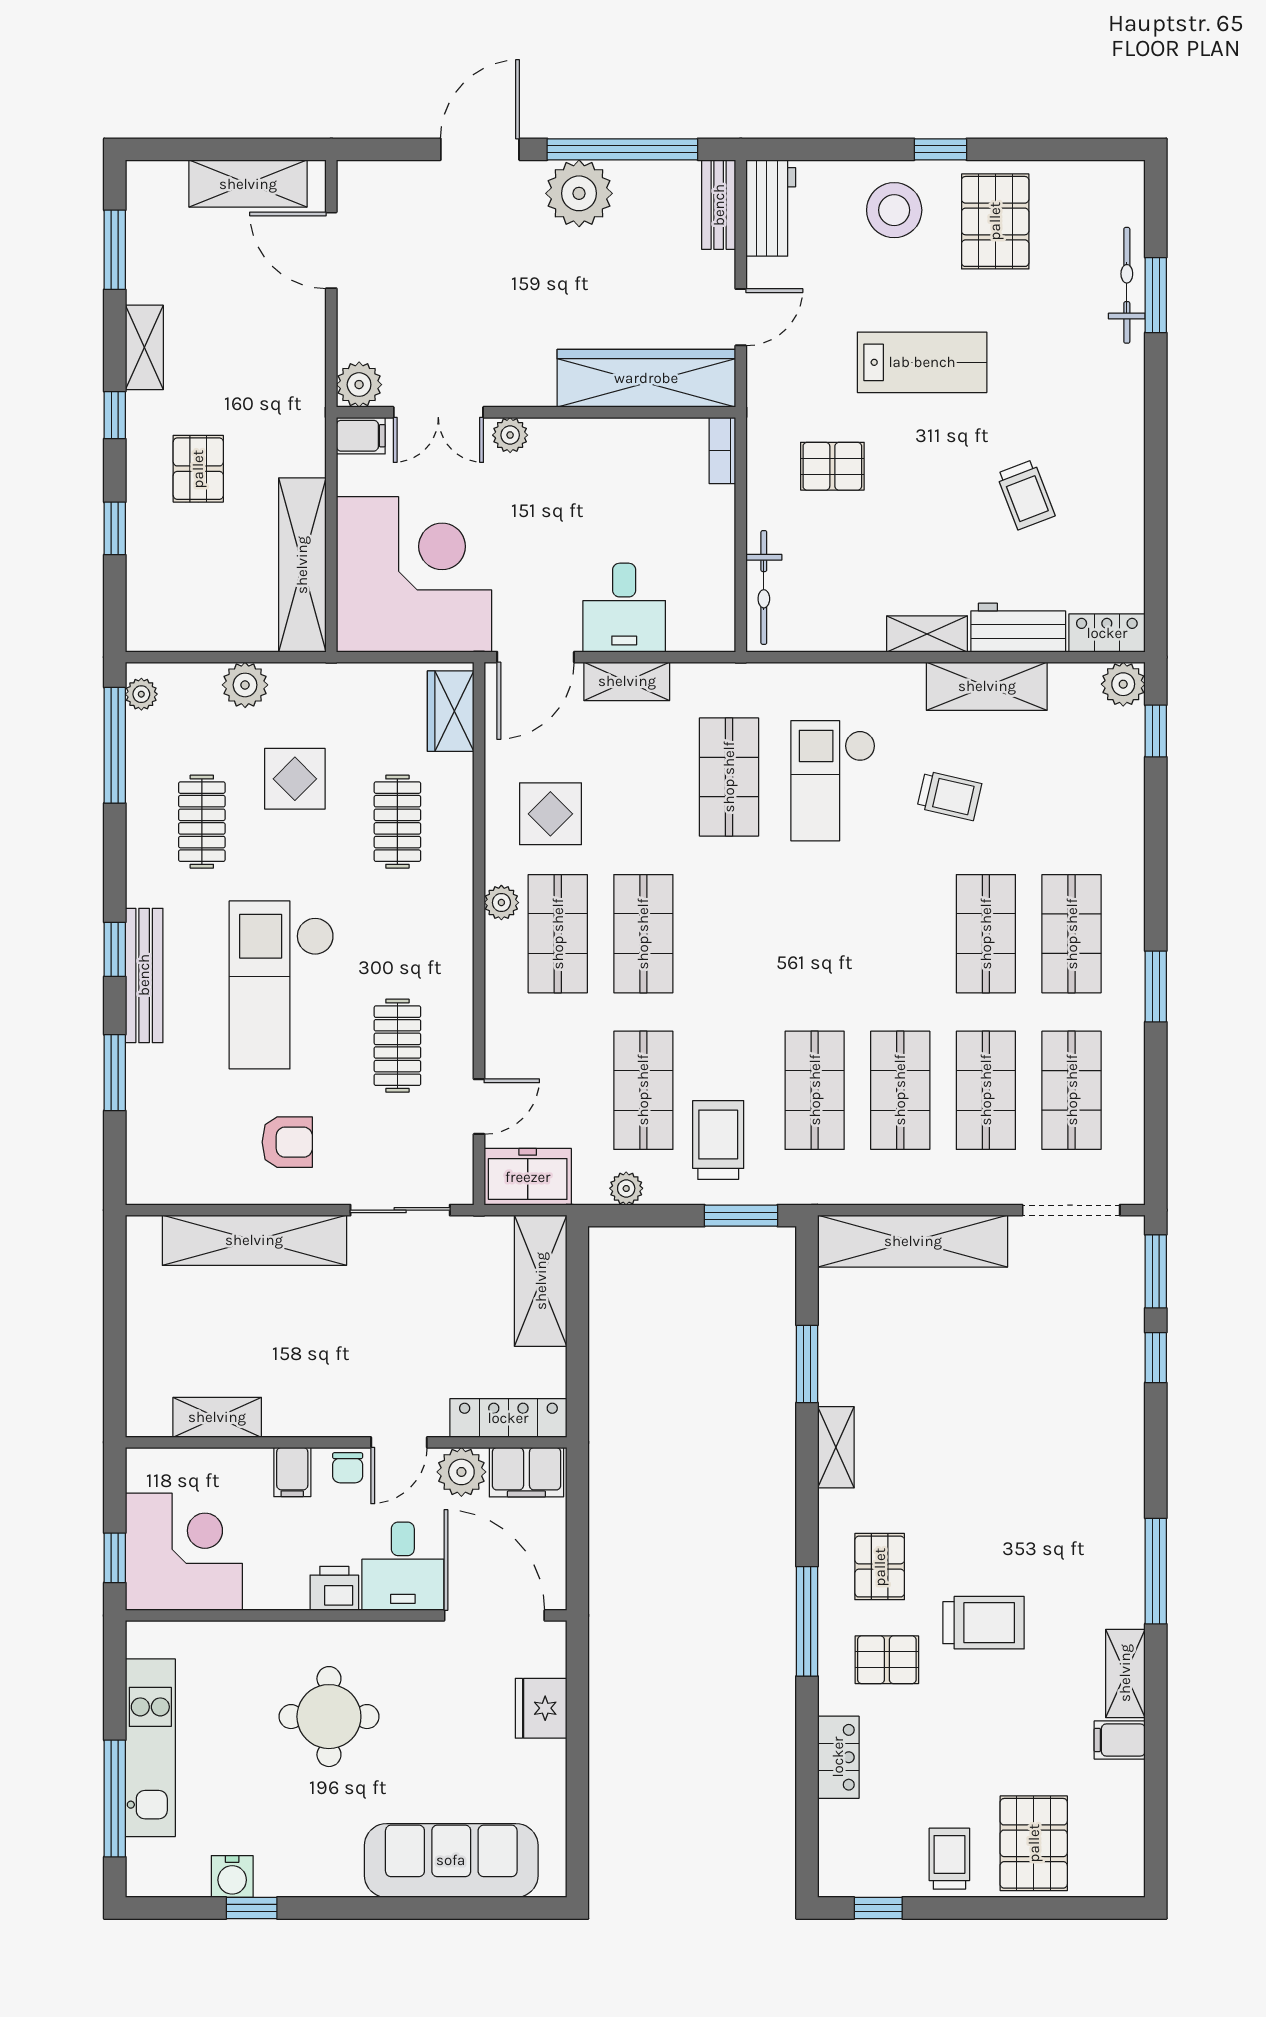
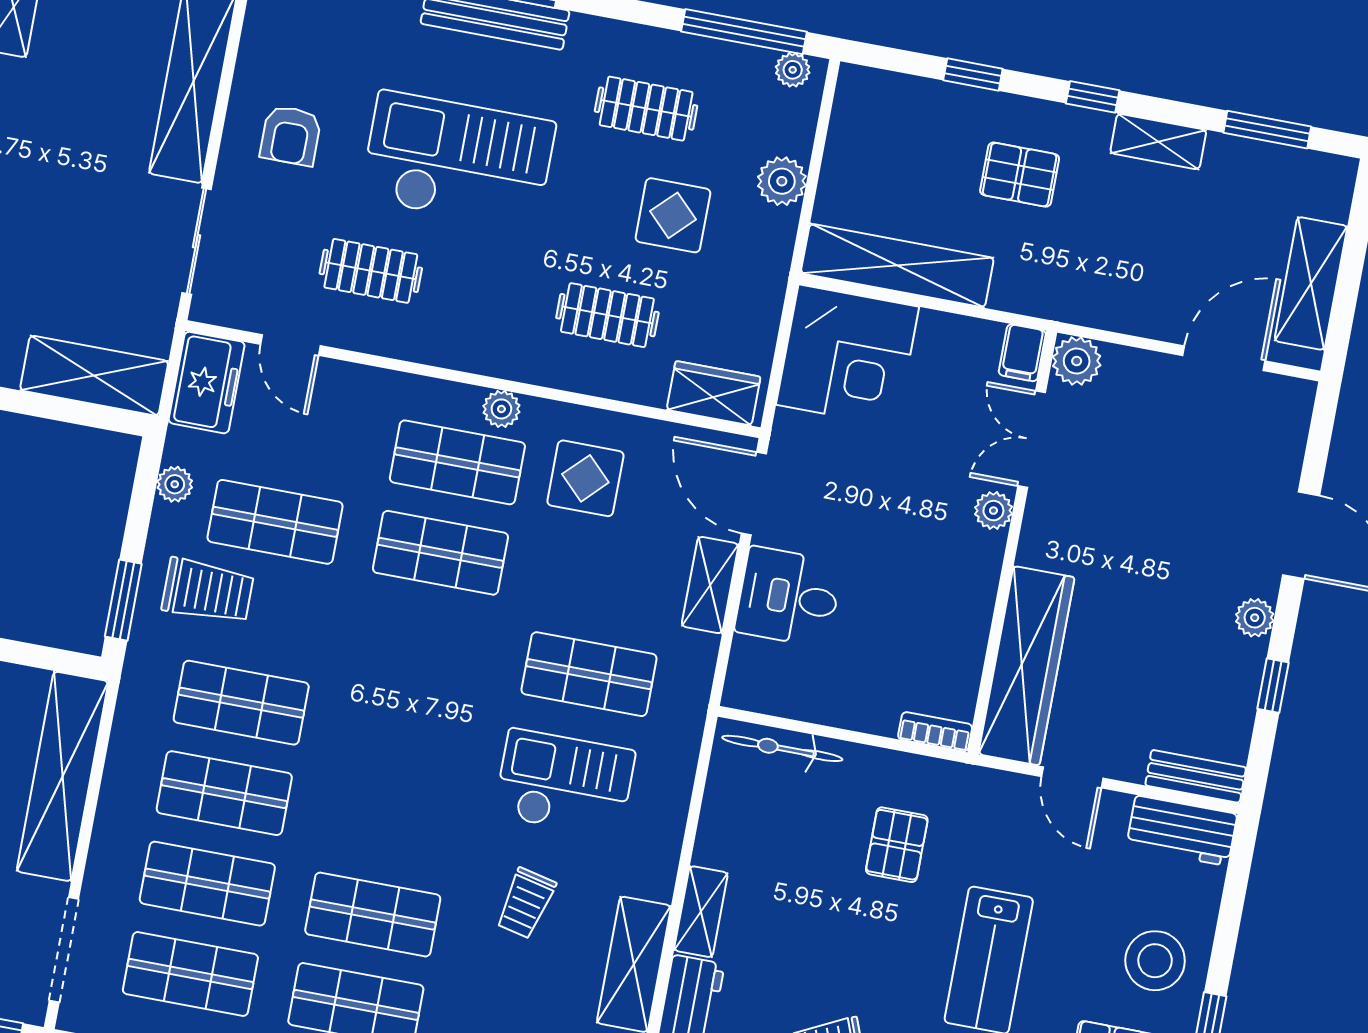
window: (622, 149) -> (1273, 686), width x0.32
plant: (579, 193) -> (1255, 618), width x0.53, depth x0.53
corner desk: (414, 574) -> (848, 356), width x0.74, depth x0.74

